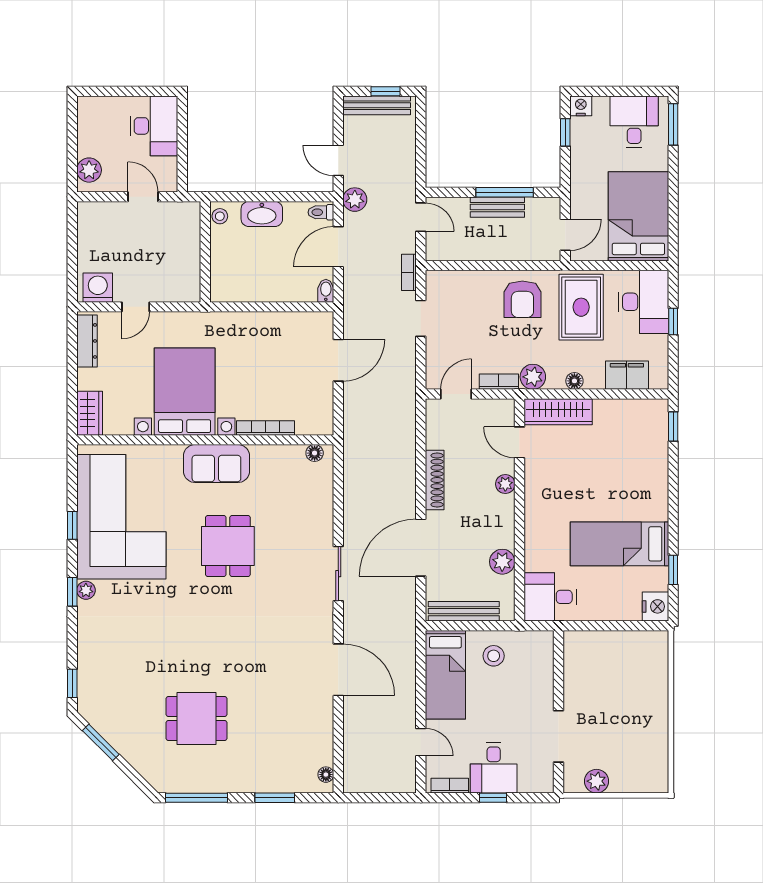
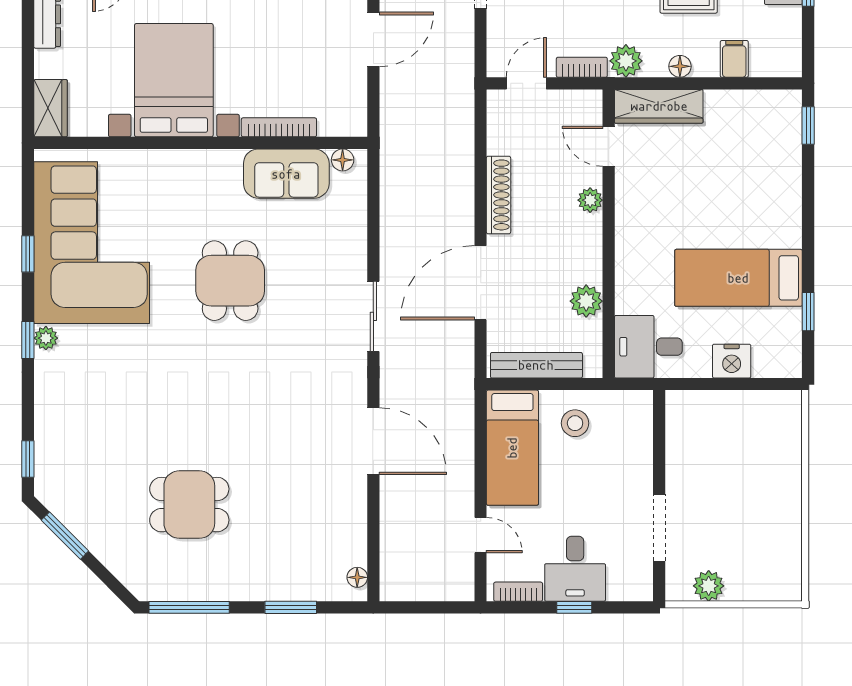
filing cabinet: (627, 375) -> (734, 59), width x0.50
sofa: (216, 464) -> (286, 174), moved
nightstand: (655, 606) -> (732, 361), moved, turned 90

